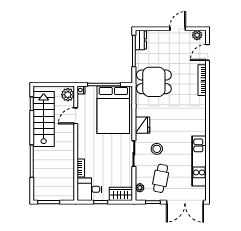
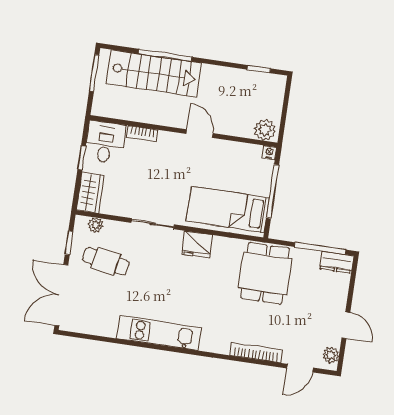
door: (208, 52) -> (300, 368), swing flipped
bed: (113, 110) -> (228, 209), width x0.67
door: (76, 116) -> (200, 134), moved
stairs: (44, 119) -> (154, 73), moved
stool: (157, 149) -> (155, 262), removed
kitchen unit: (199, 161) -> (159, 333), moved

